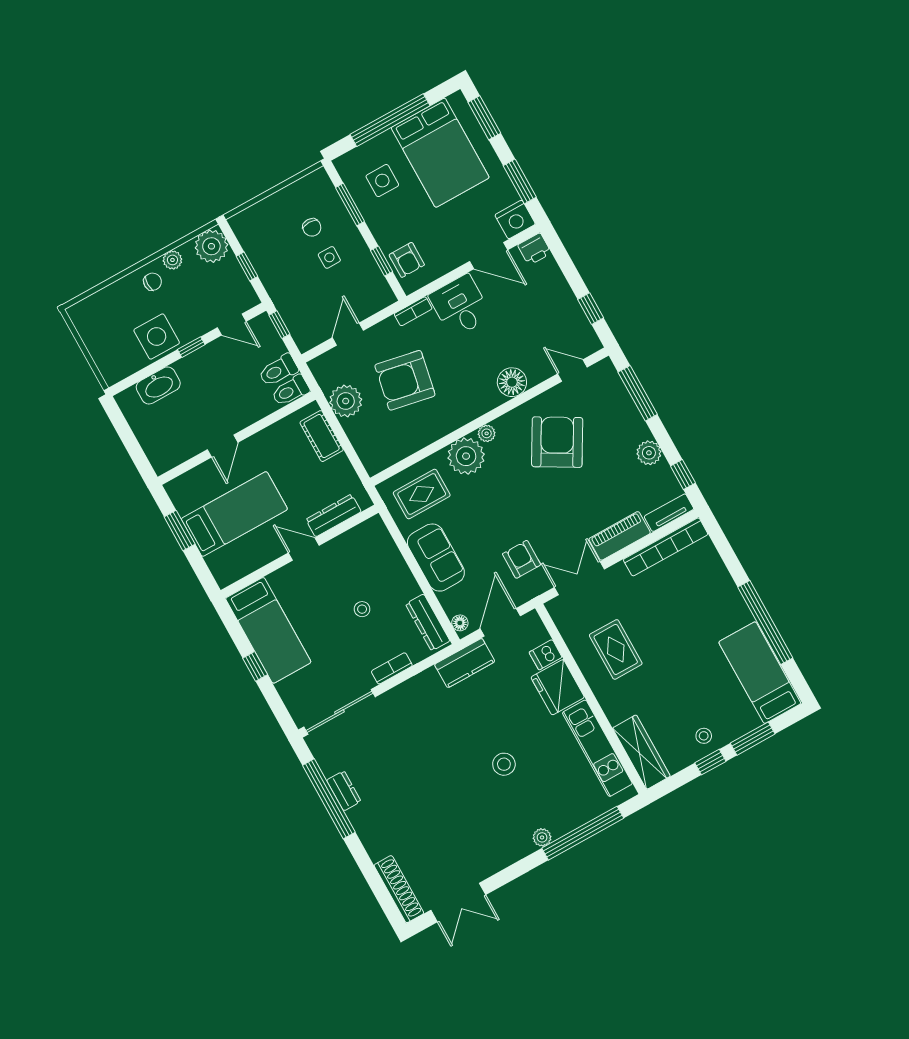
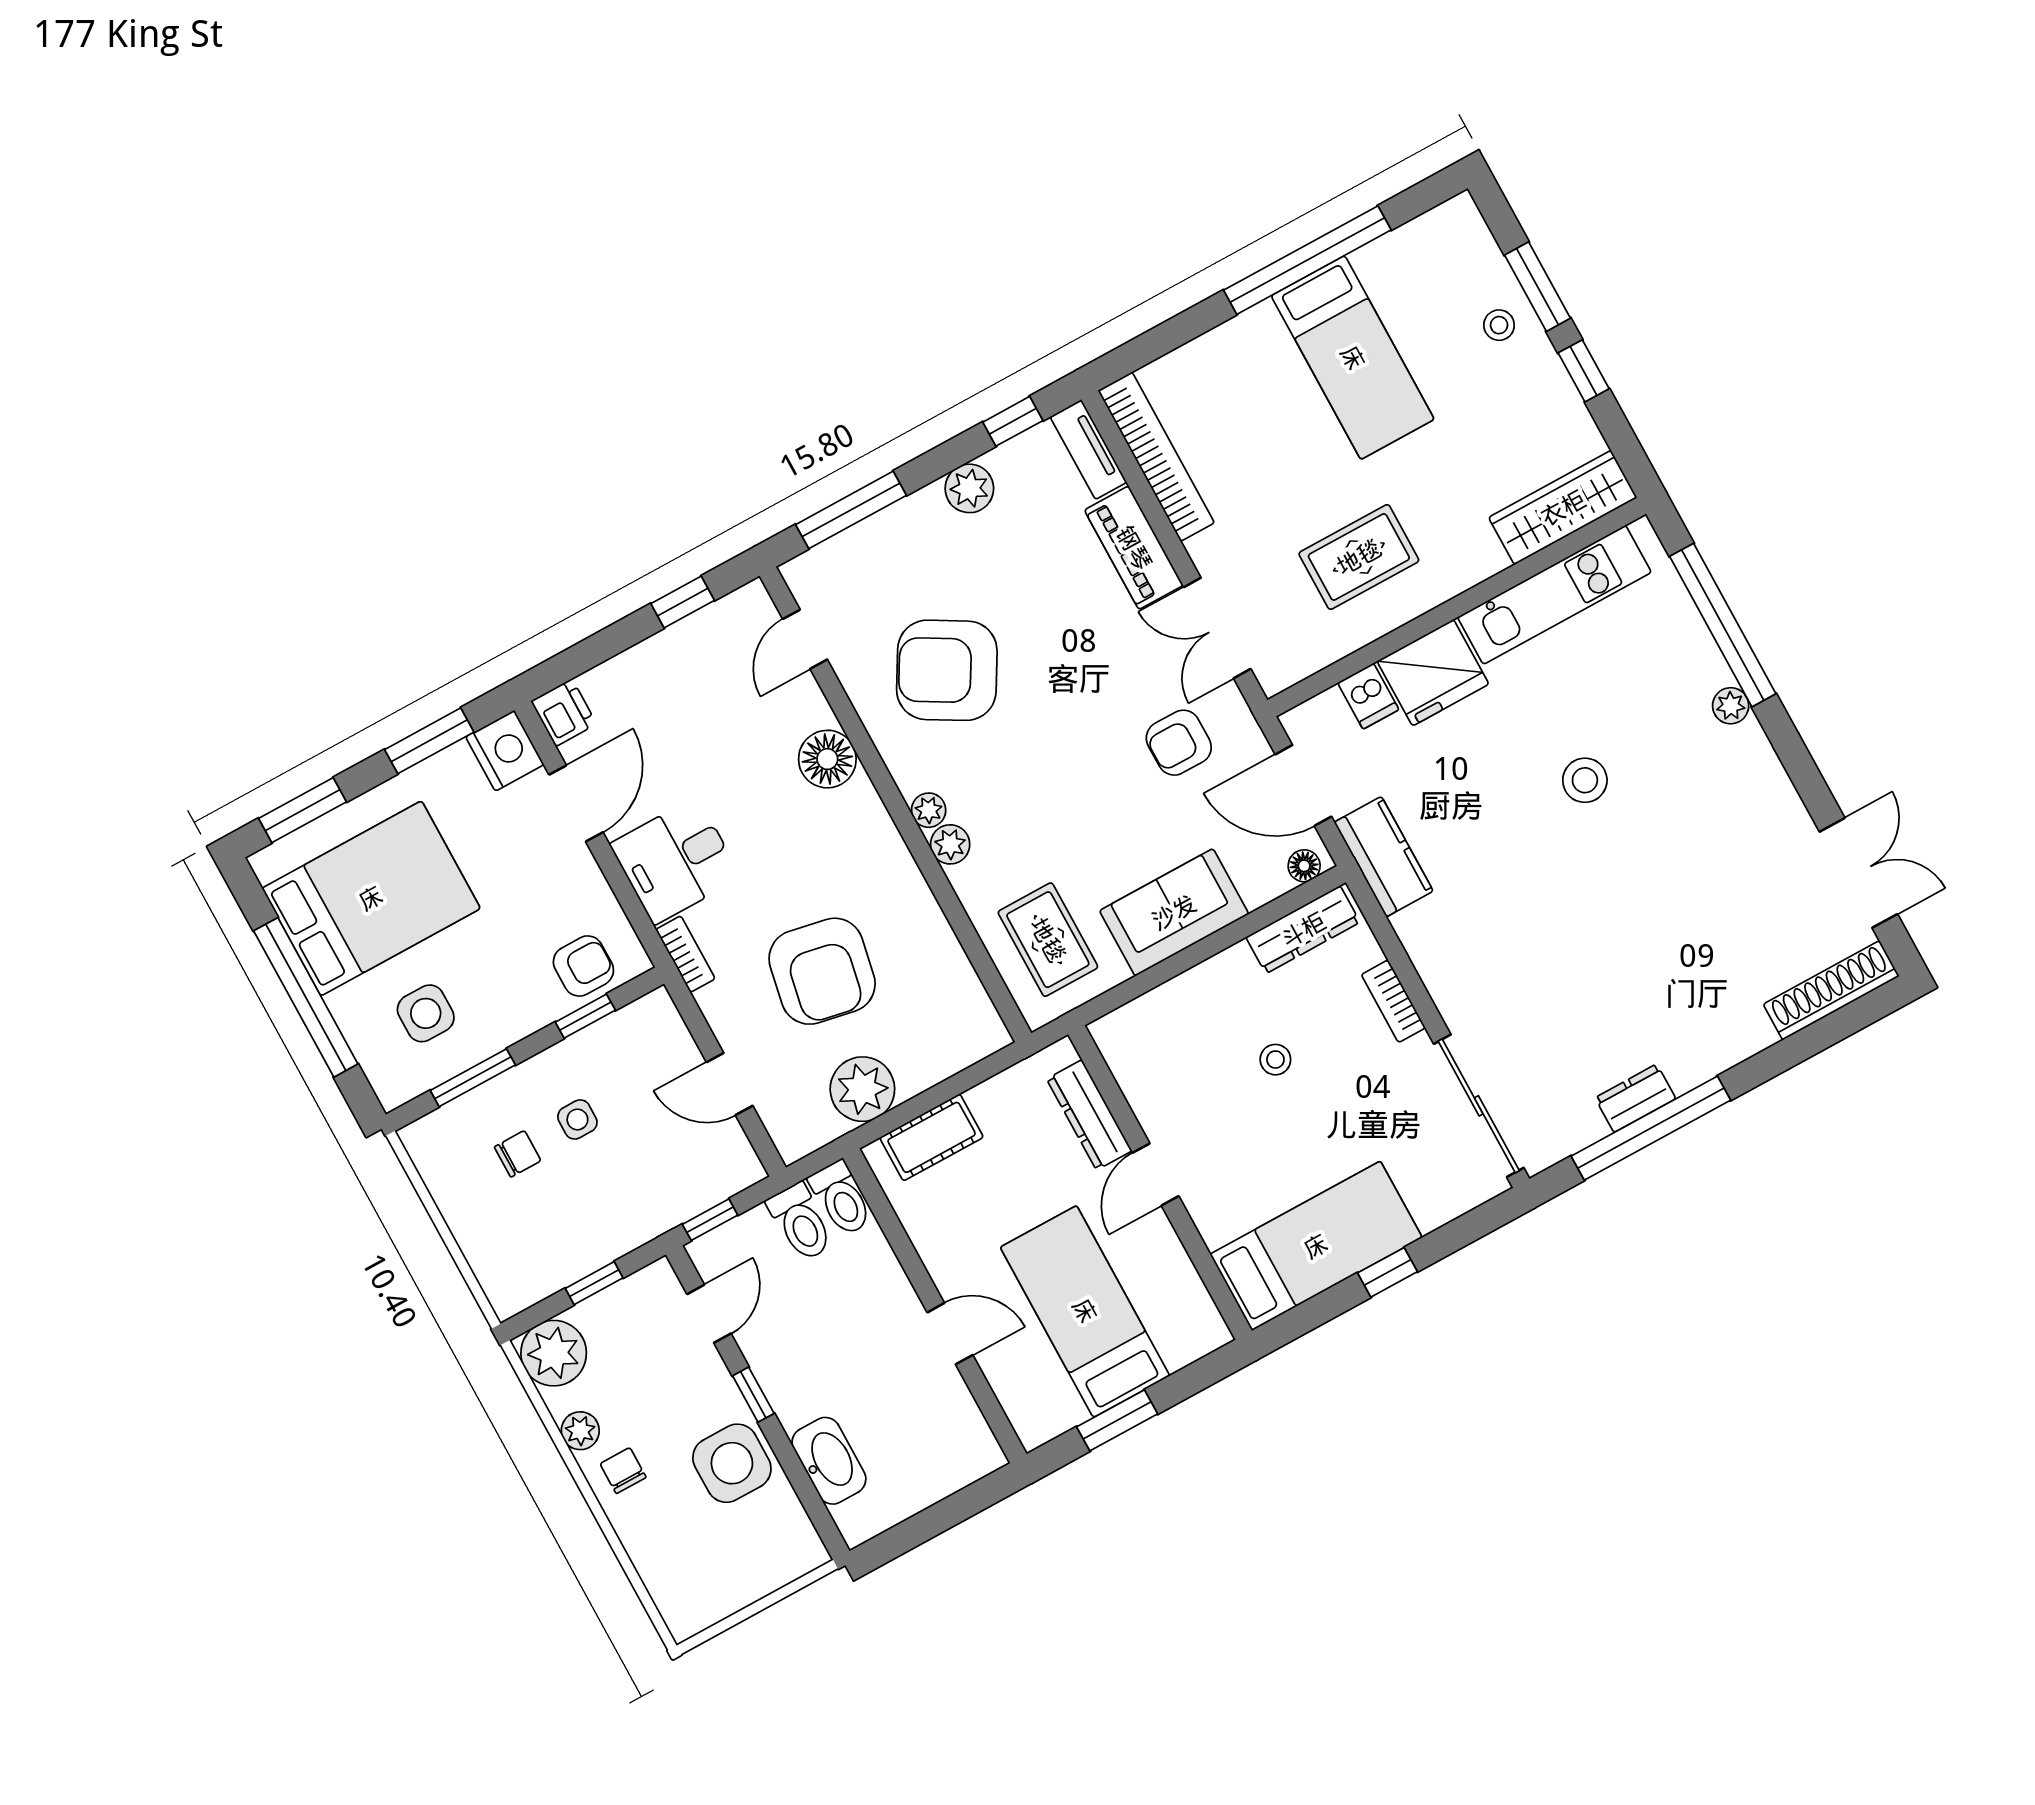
plant: (466, 456) -> (950, 844), width x0.53, depth x0.53
bed: (760, 673) -> (1353, 358), moved, turned -90
stool: (704, 736) -> (1499, 325), moved

